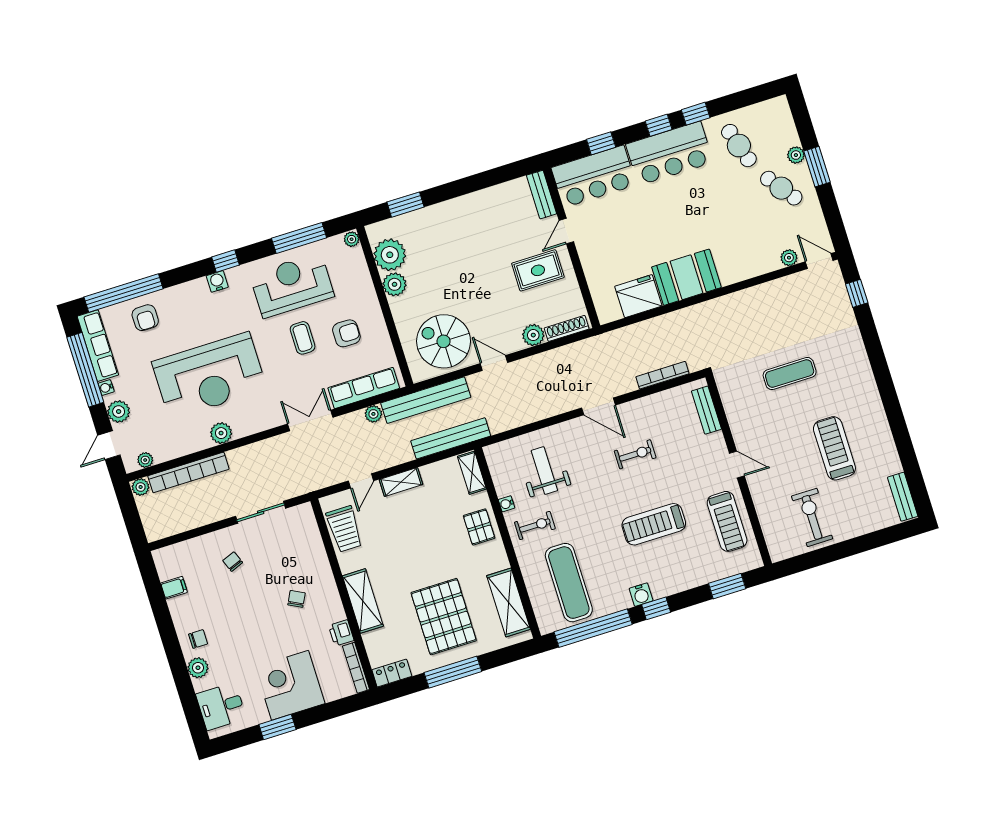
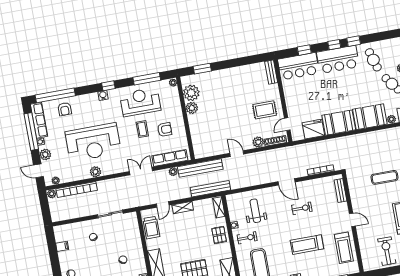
door: (566, 231) -> (287, 124), moved
booth: (746, 258) -> (370, 117), added
spiral stairs: (444, 341) -> (213, 140), removed
door: (109, 445) -> (38, 171), hinge flipped

